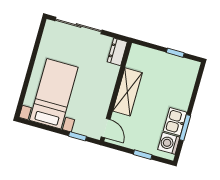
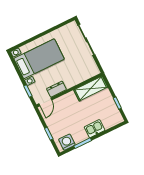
dresser: (117, 52) -> (56, 89), moved
shelving: (127, 92) -> (91, 88), moved
kitchen sink: (175, 122) -> (95, 129), moved

